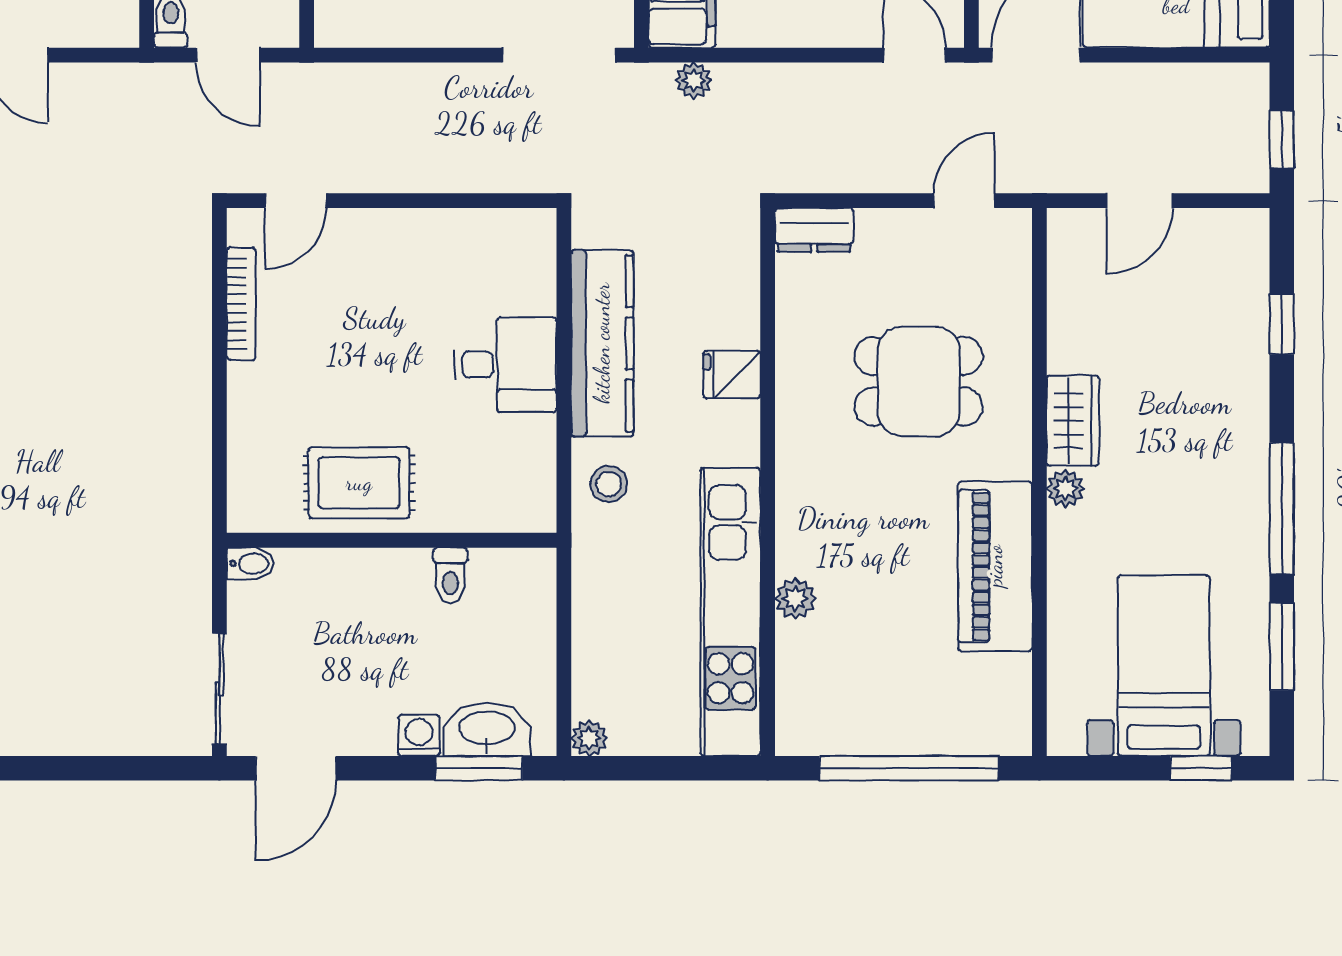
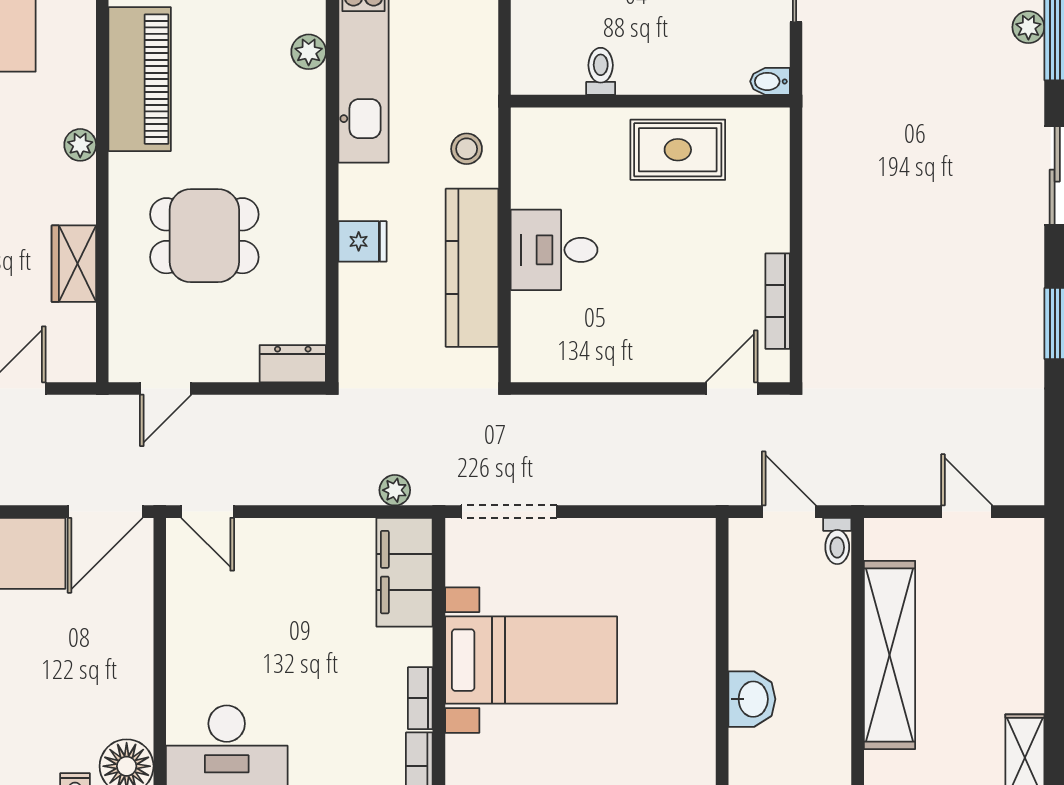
wardrobe: (1073, 421) -> (74, 264), moved

